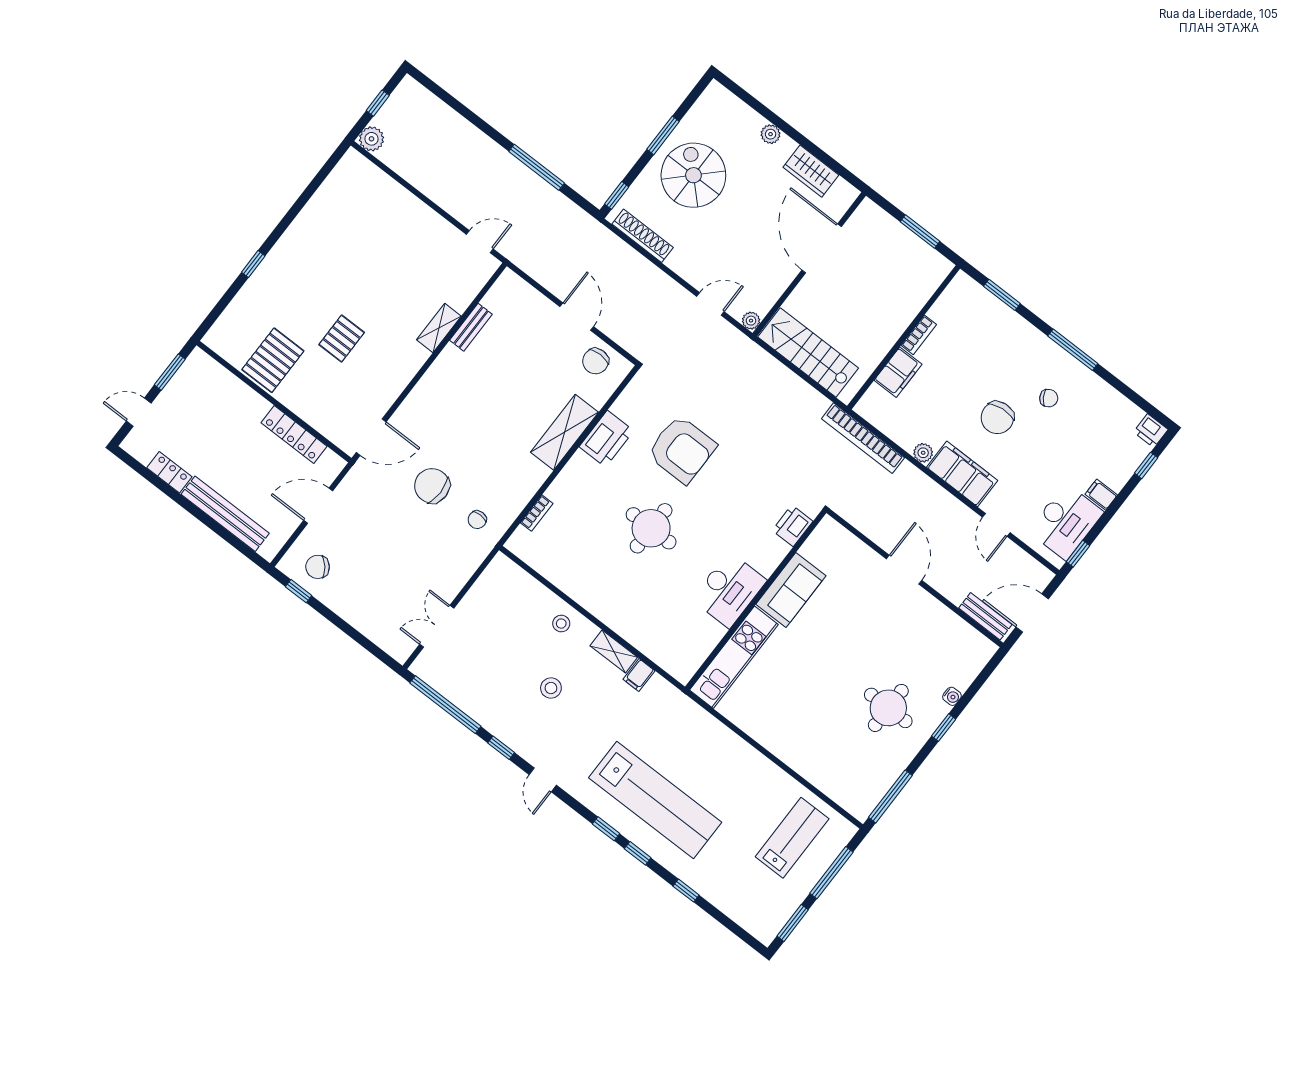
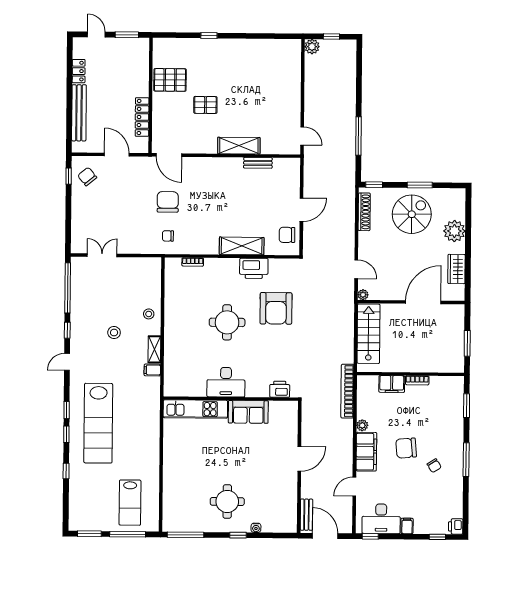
plant: (771, 134) -> (454, 231), width x1.87, depth x1.87
shelving: (439, 328) -> (239, 146), width x1.50, depth x1.33
lab bench: (792, 838) -> (130, 503), turned 90

